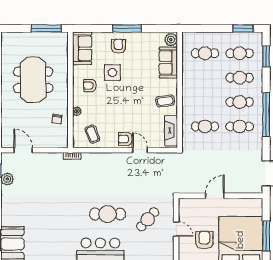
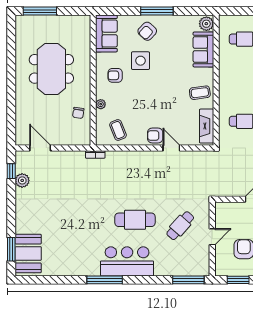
window: (46, 28) -> (40, 11), moved
armchair: (118, 46) -> (147, 31), turned -137
door: (176, 229) -> (212, 237), hinge flipped

